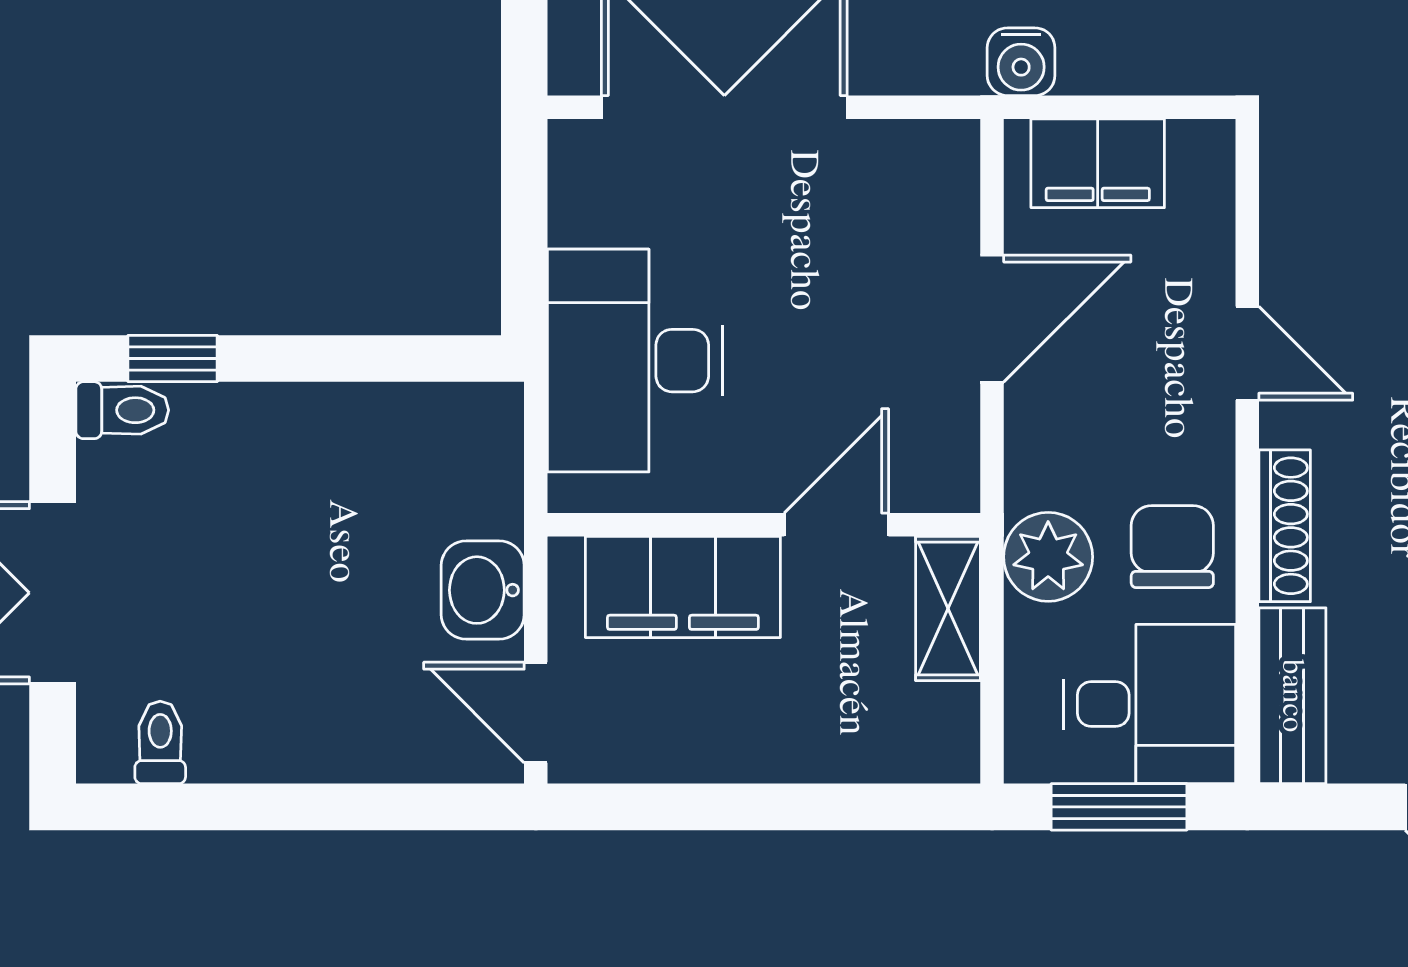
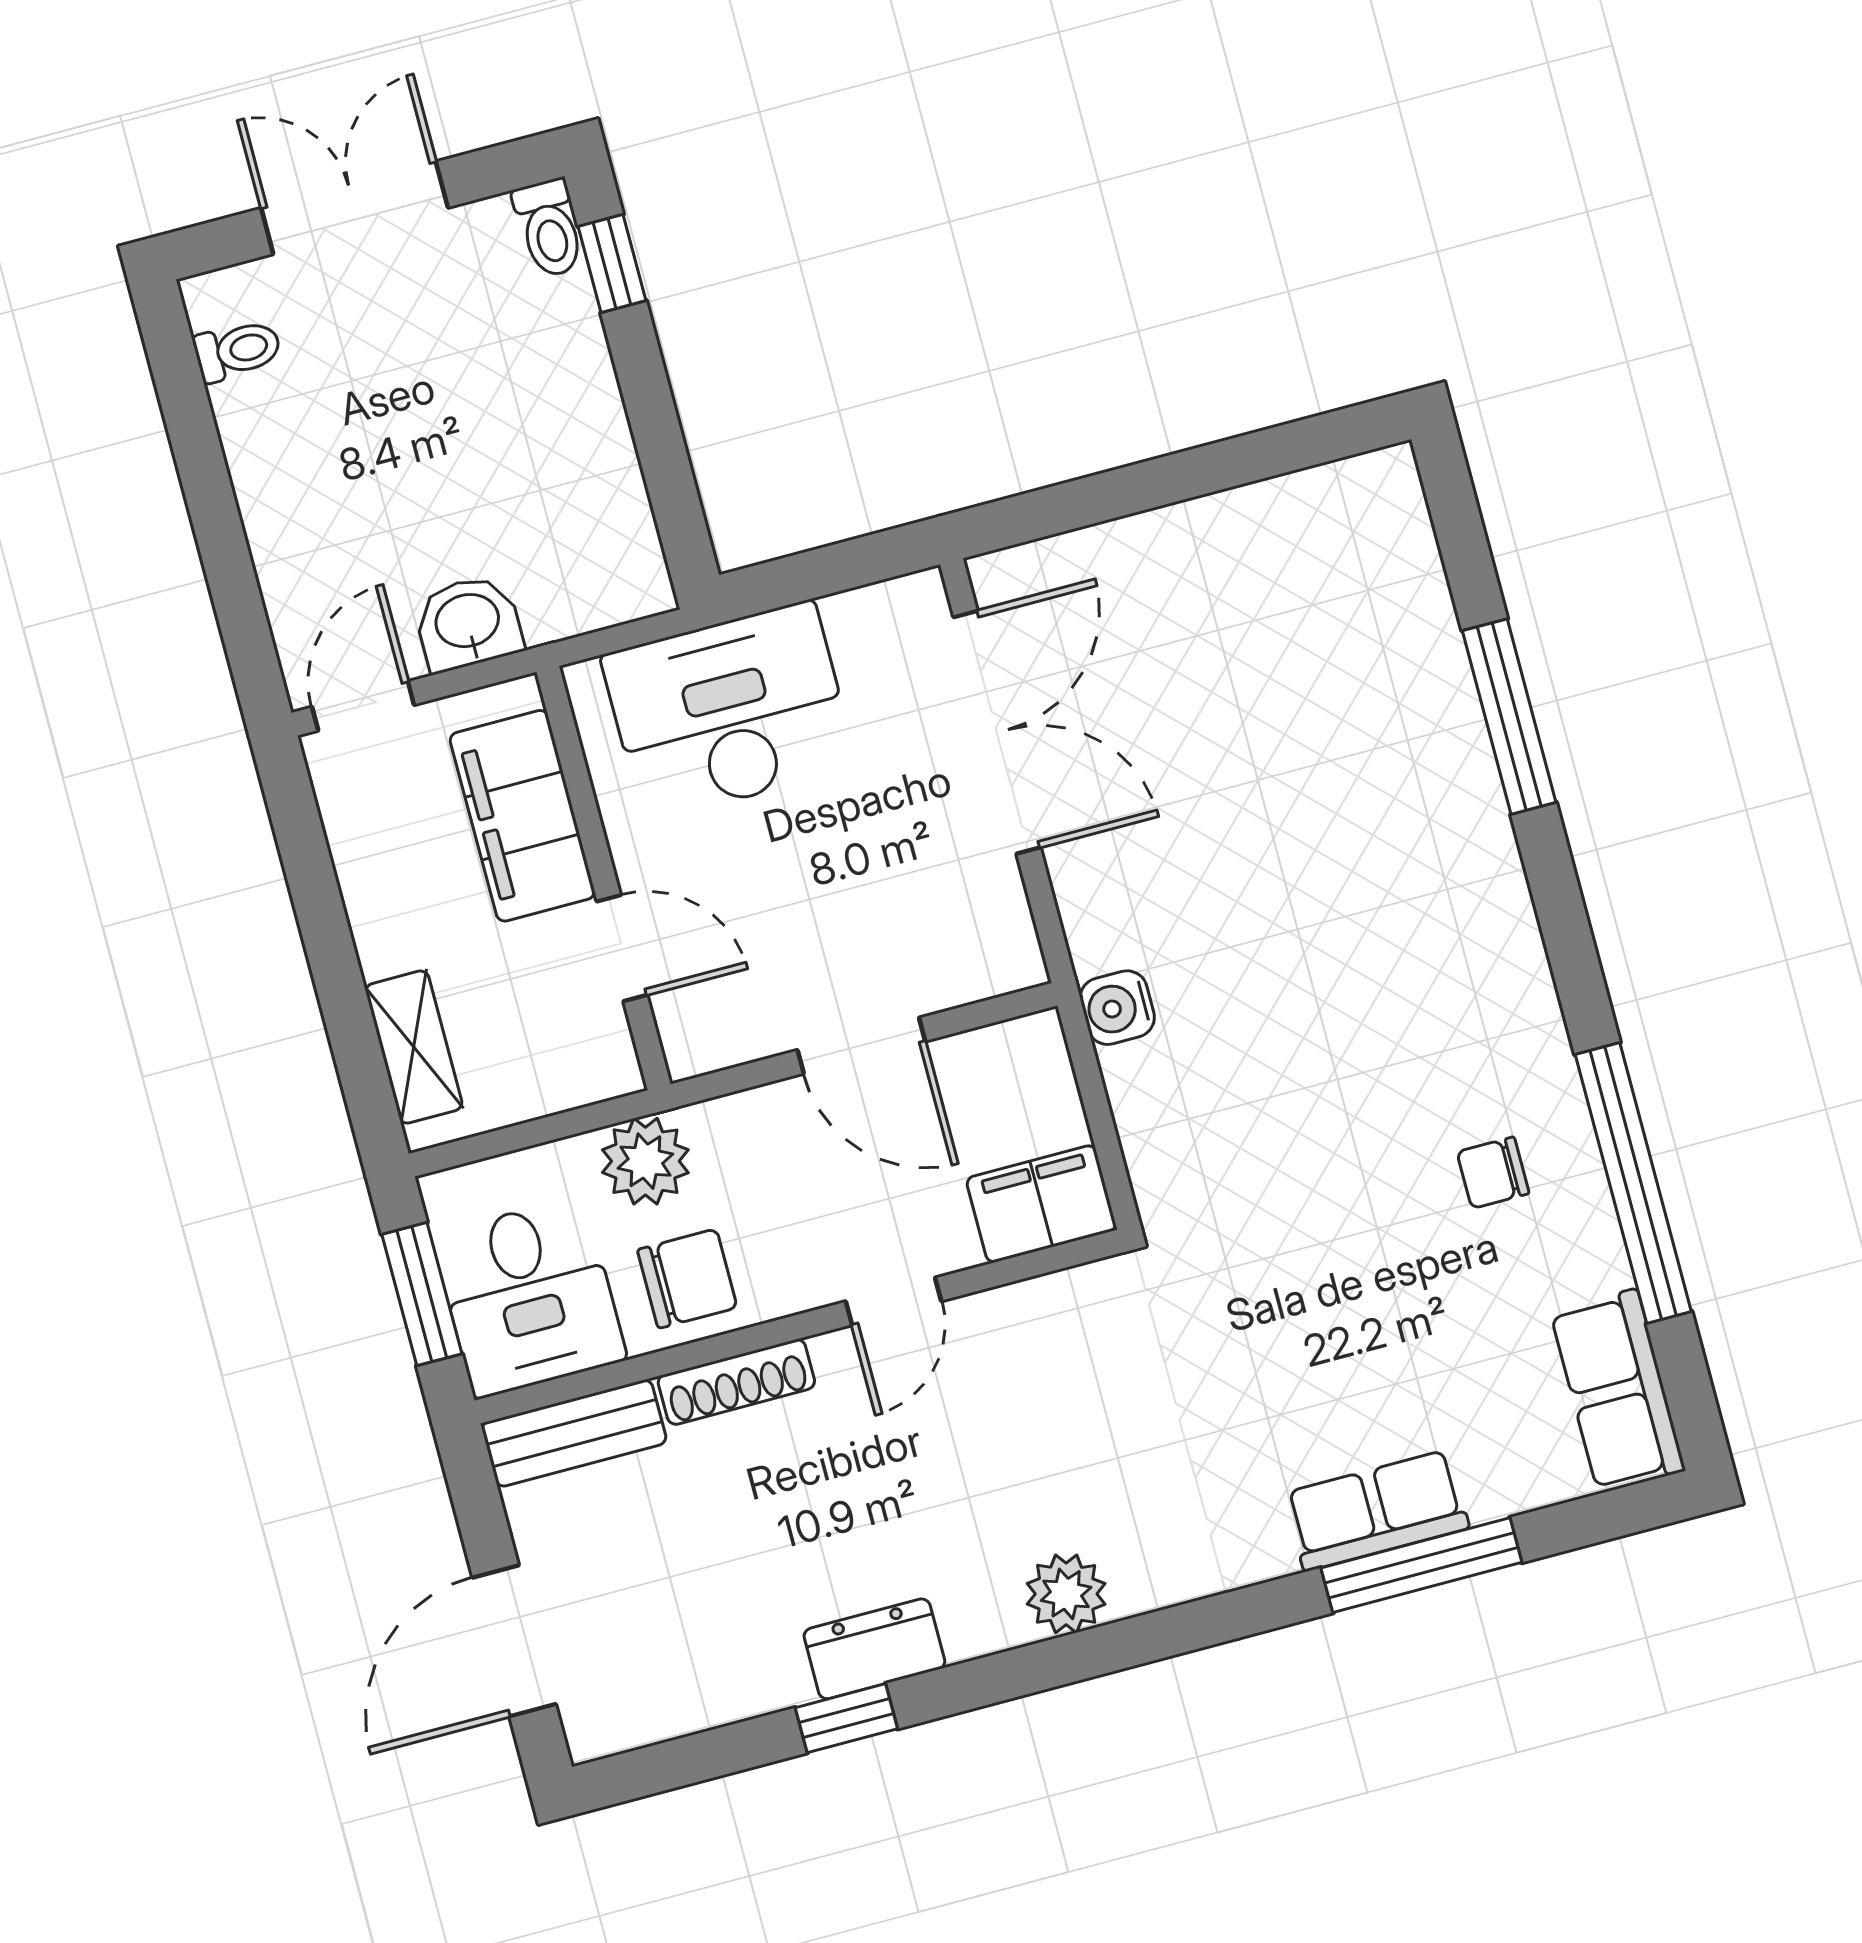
filing cabinet: (1098, 163) -> (1041, 1204), moved, turned 90
shelving: (948, 608) -> (414, 1047), moved, turned 90

